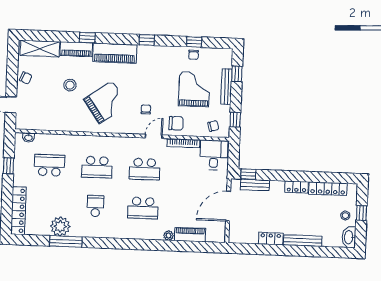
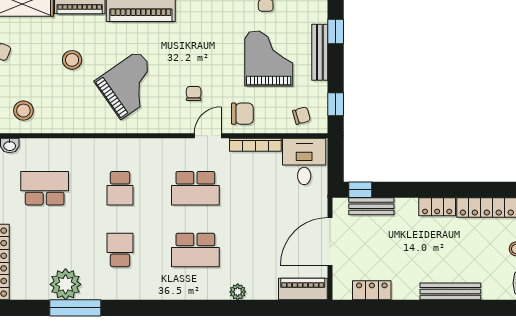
stool: (38, 116) -> (23, 111), added
school desk: (97, 167) -> (120, 188), width x0.54
piano: (190, 235) -> (303, 289), moved
locker: (271, 239) -> (372, 290), moved

